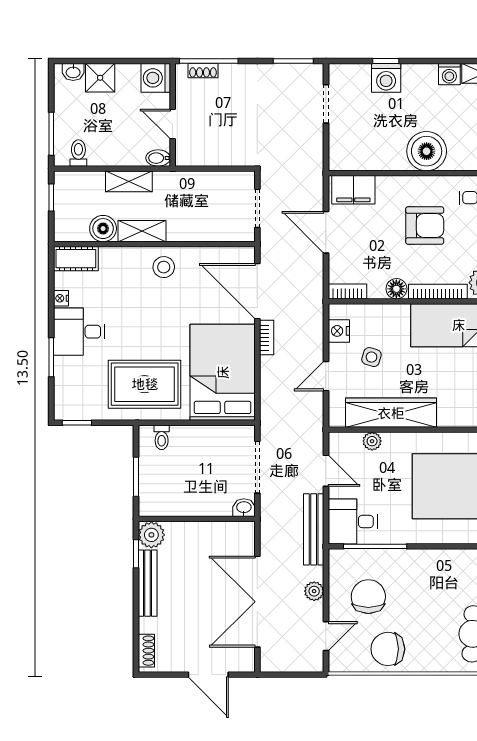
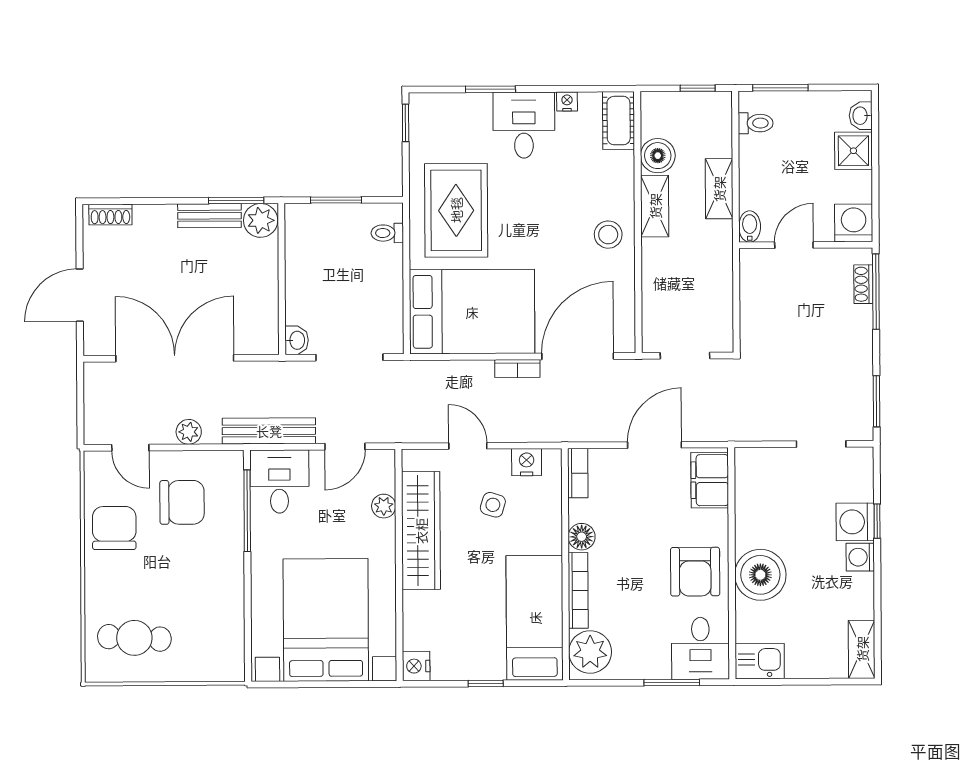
washing machine: (449, 74) -> (860, 557), moved
armchair: (425, 226) -> (695, 572), moved
window: (136, 554) -> (236, 201), width x1.50
bench: (148, 583) -> (209, 216), width x0.73

